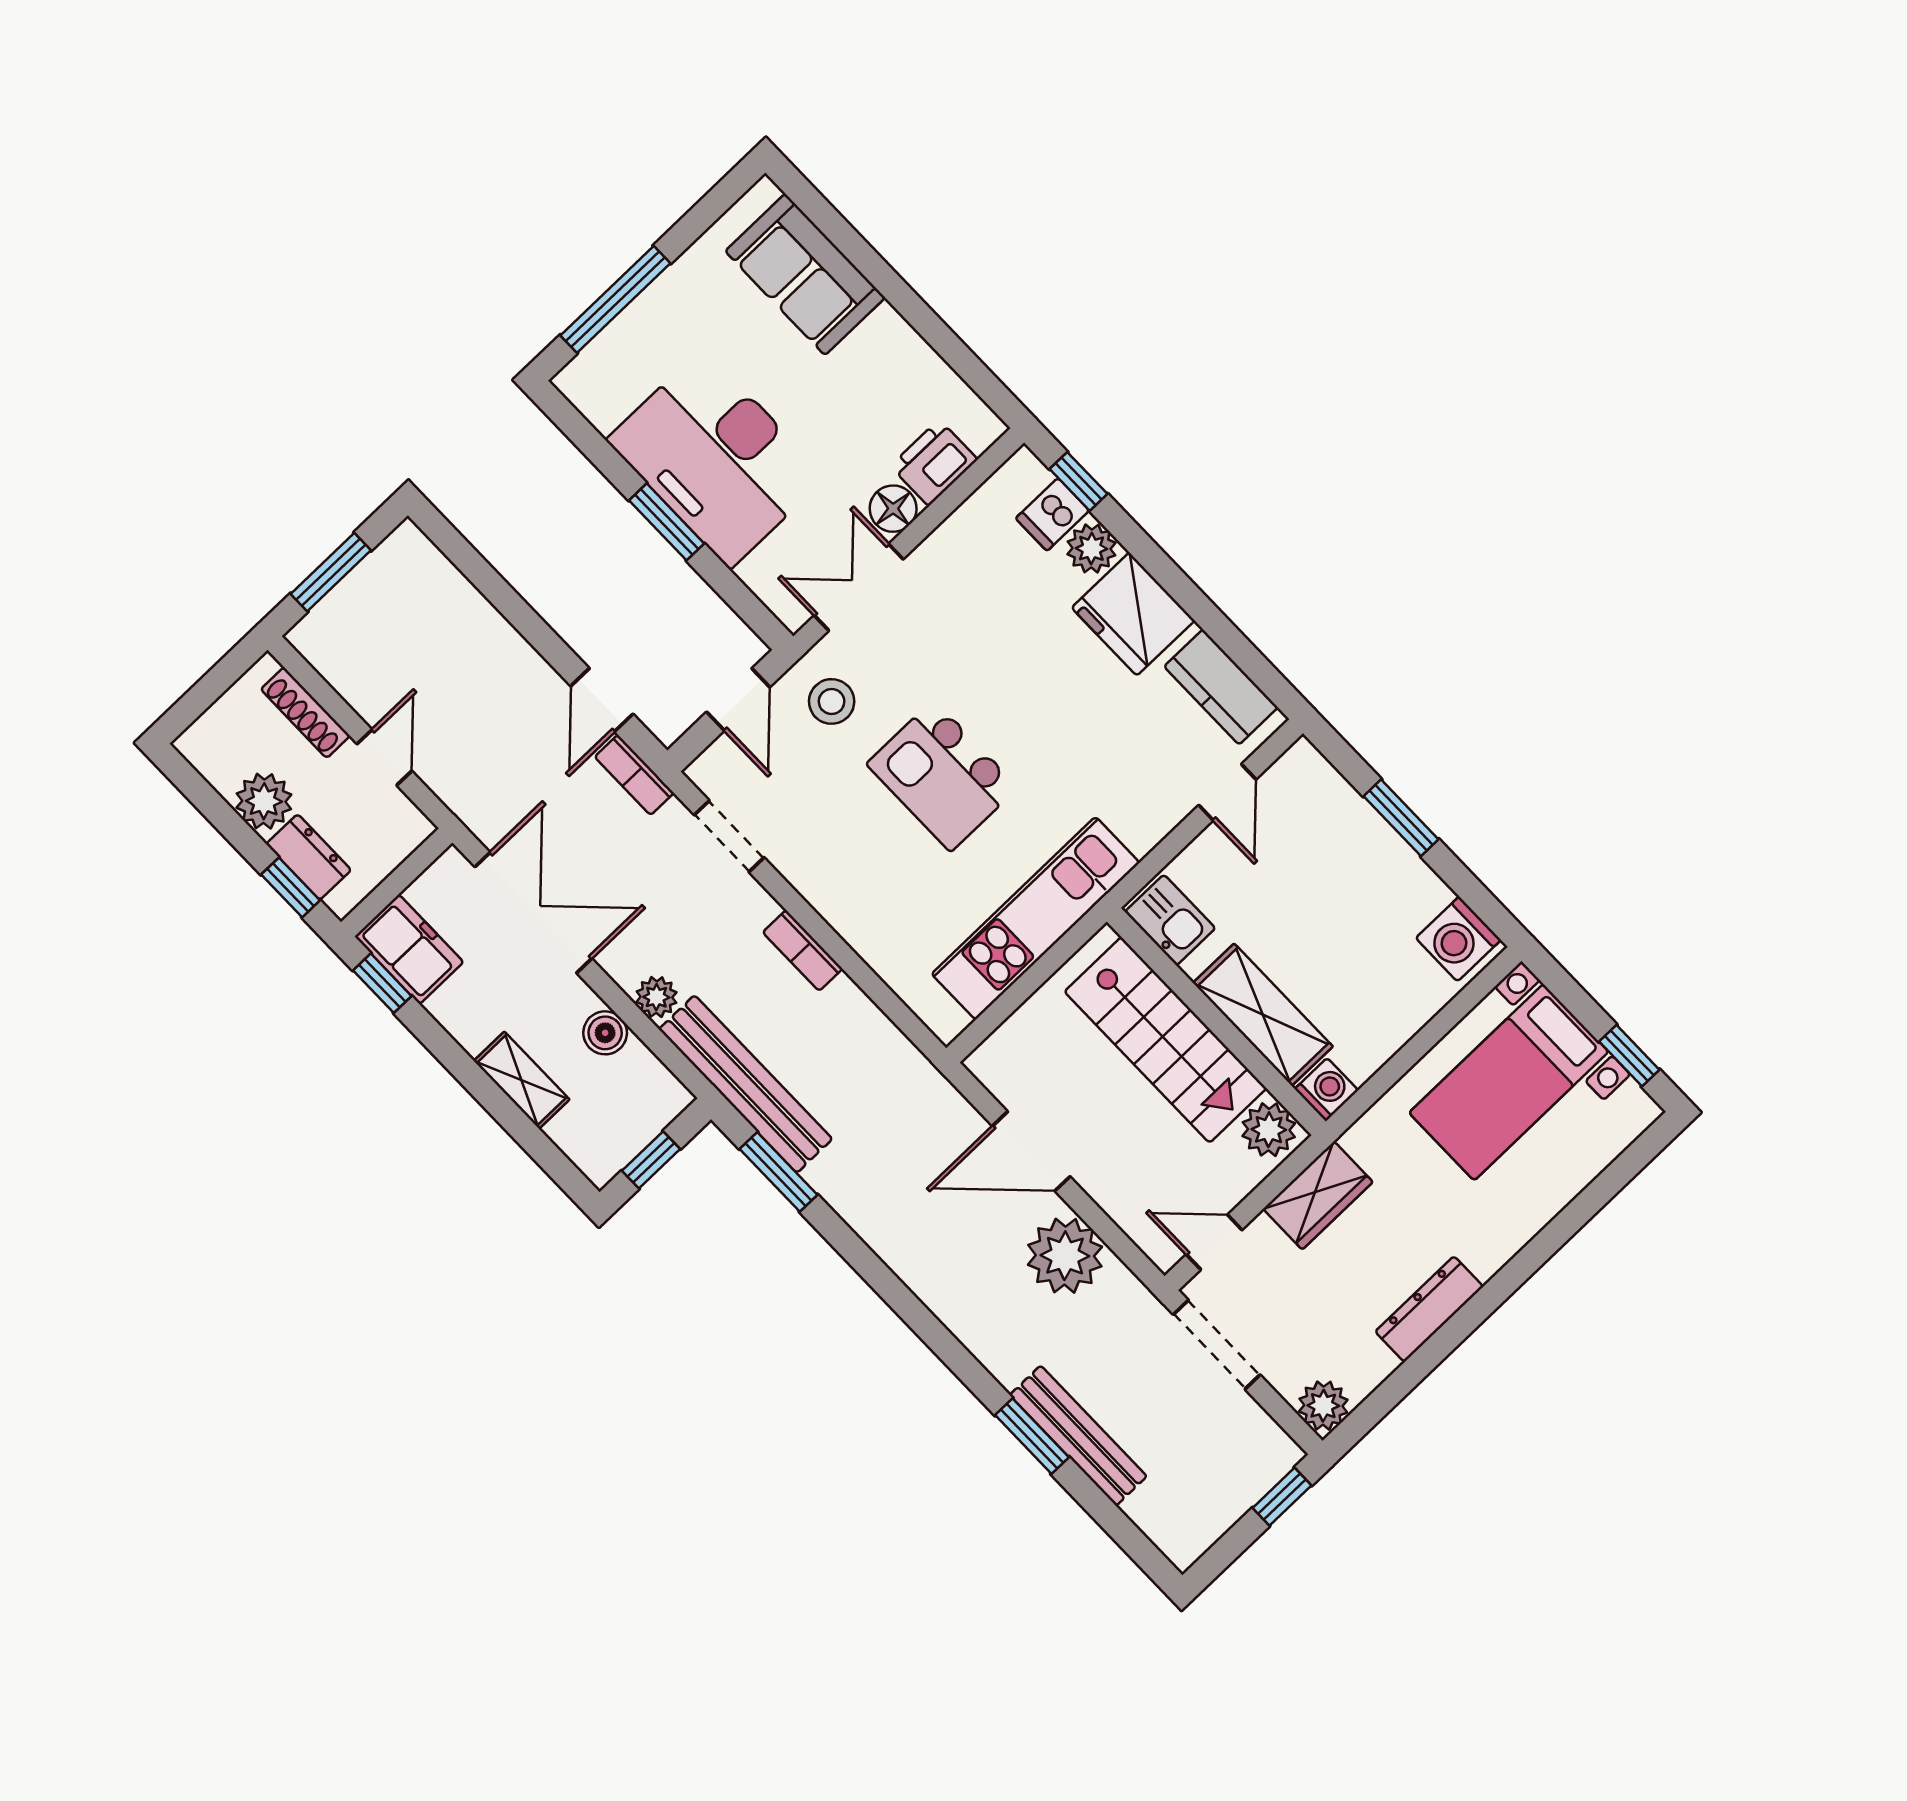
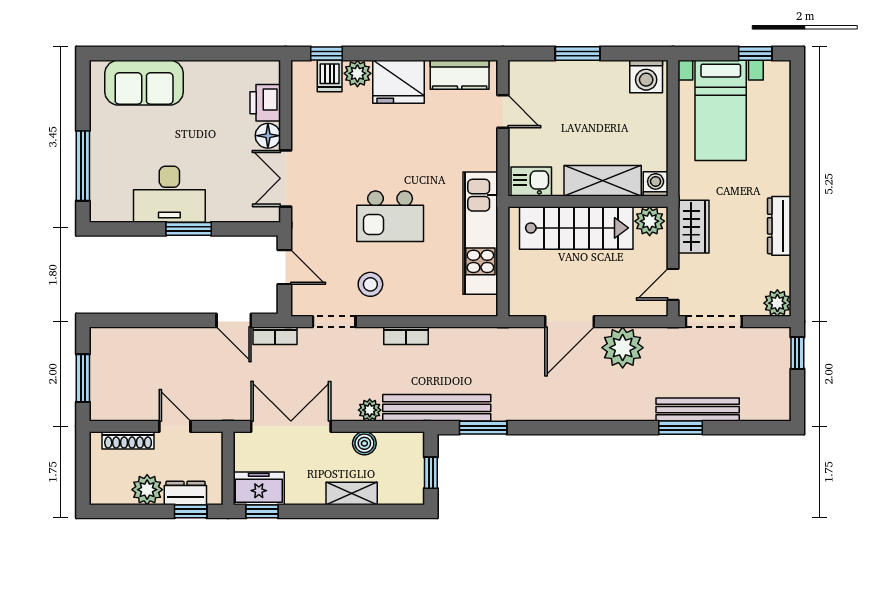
desk: (716, 458) -> (169, 194), width x0.73, depth x0.77
stool: (832, 701) -> (370, 284), moved

